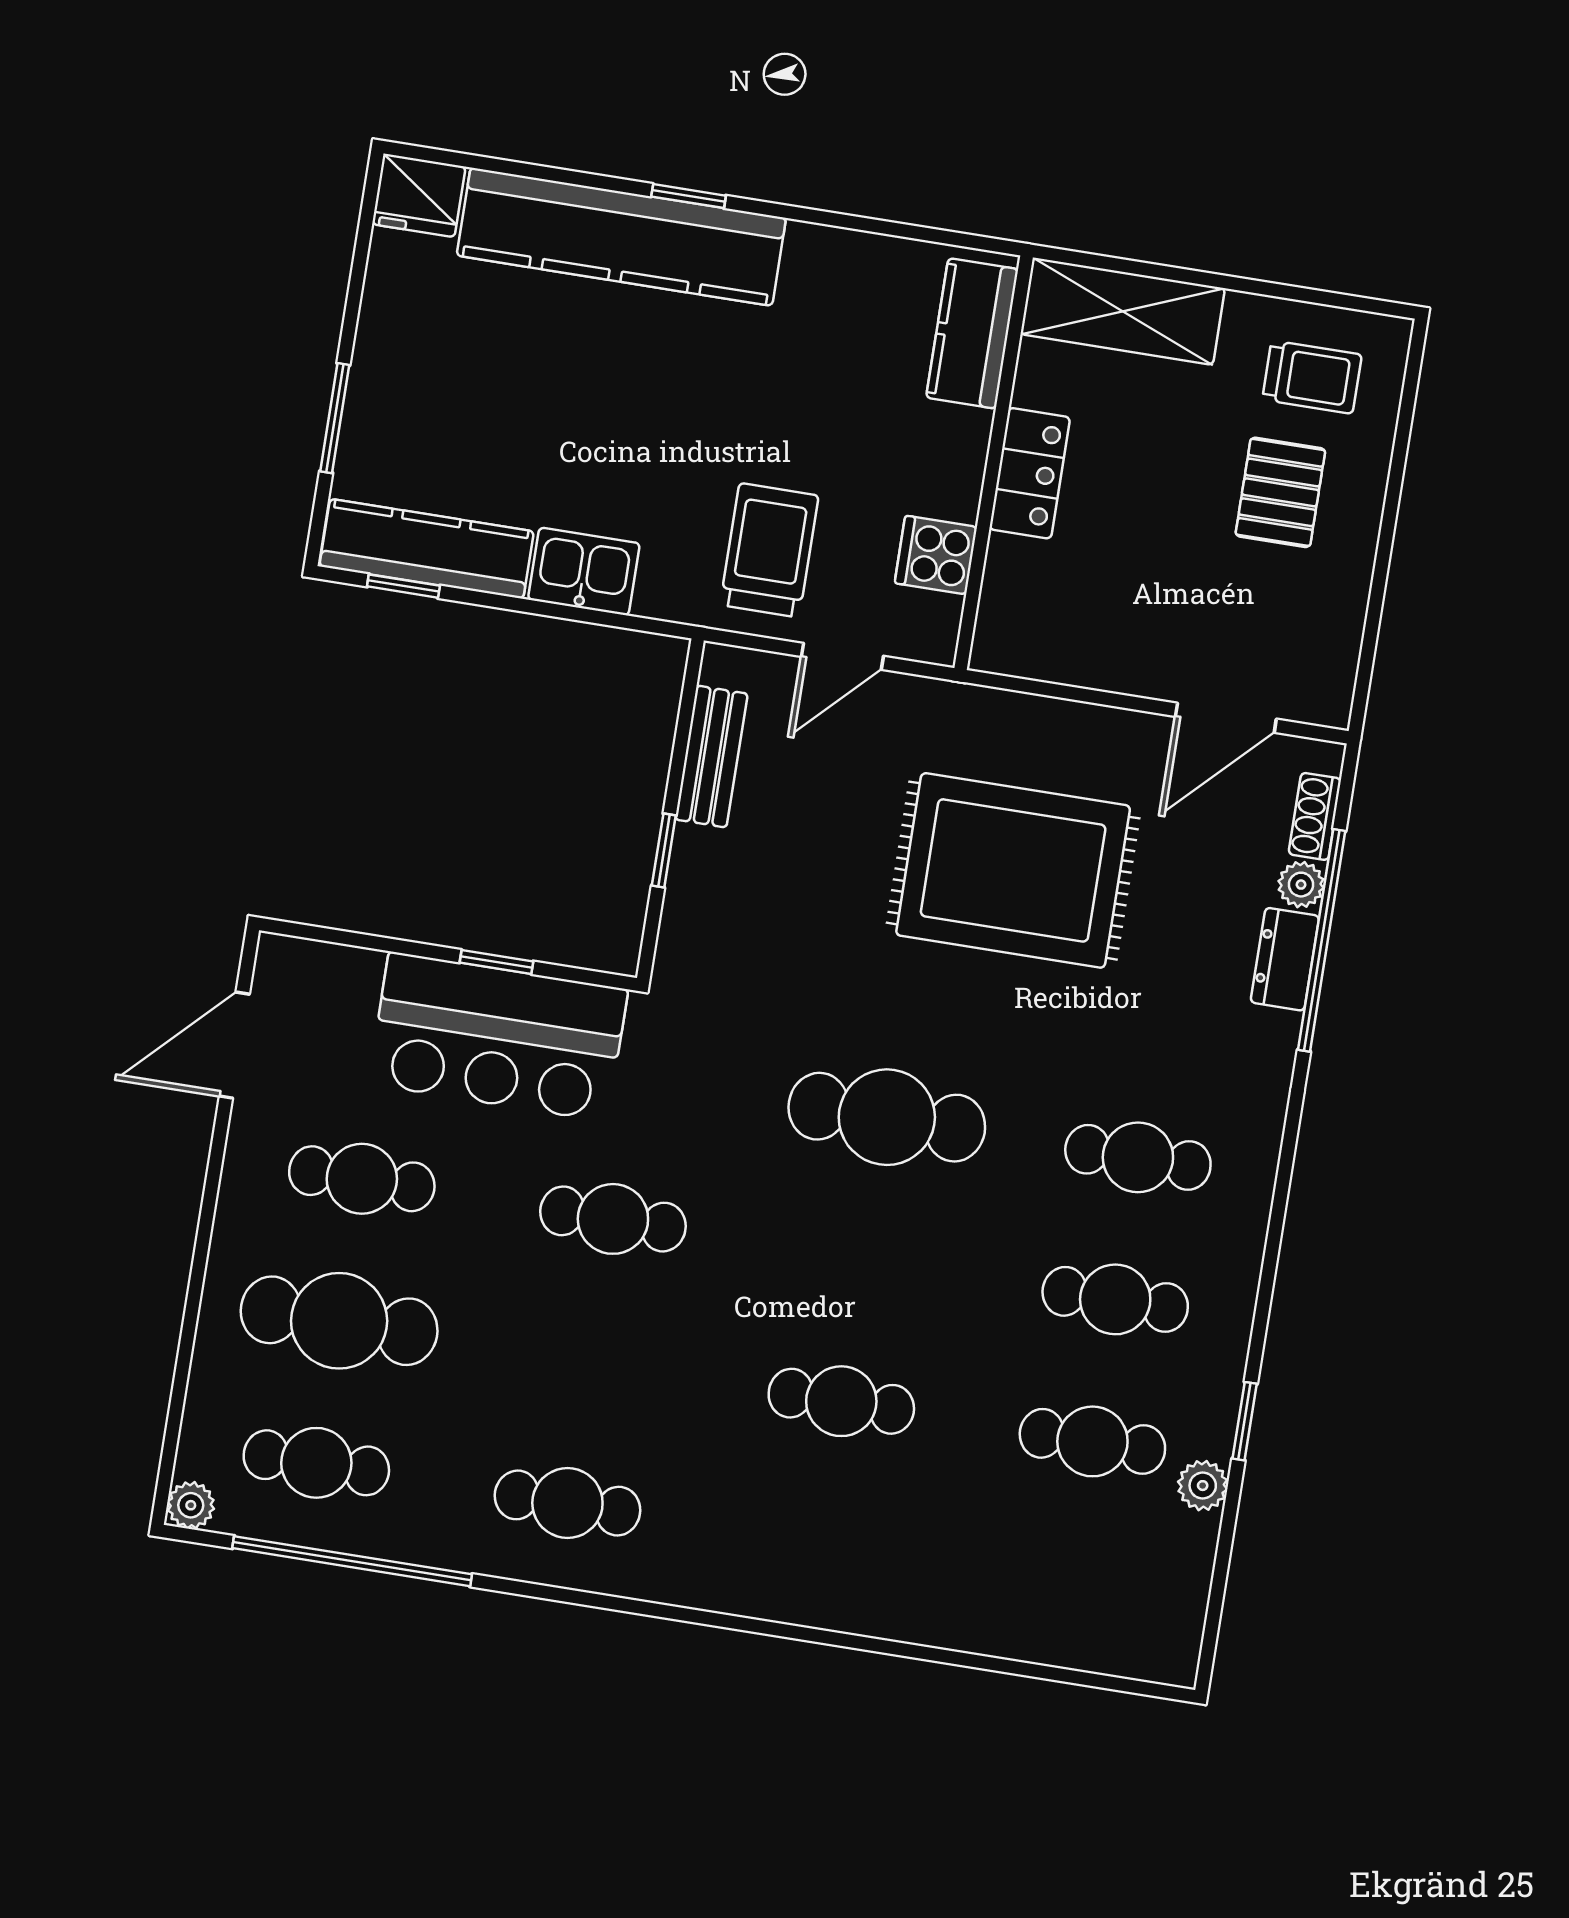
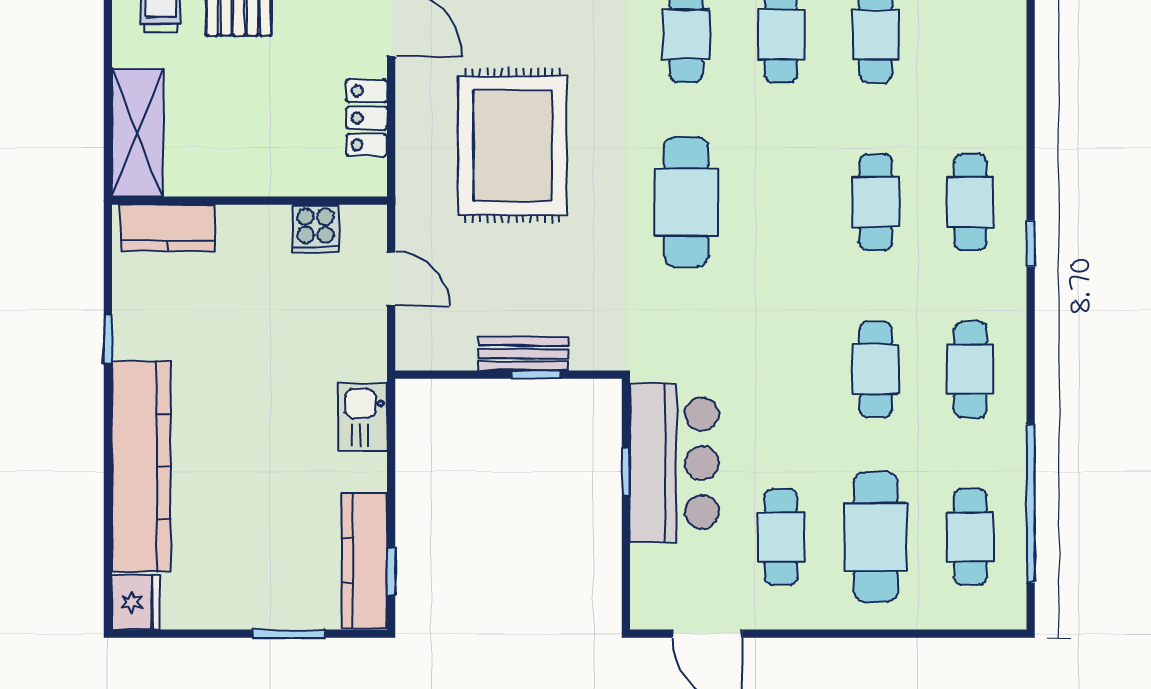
window: (689, 196) -> (108, 339), moved
locker: (1030, 473) -> (367, 118), moved, turned -90
trolley: (769, 550) -> (330, 337), removed
kitchen sink: (584, 571) -> (363, 417), moved
bench: (711, 757) -> (524, 354), moved
cafe table: (613, 1219) -> (876, 369), moved
plant: (191, 1505) -> (1011, 614), removed
cafe table: (819, 1543) -> (970, 202), added
window: (742, 1624) -> (1031, 244), added

